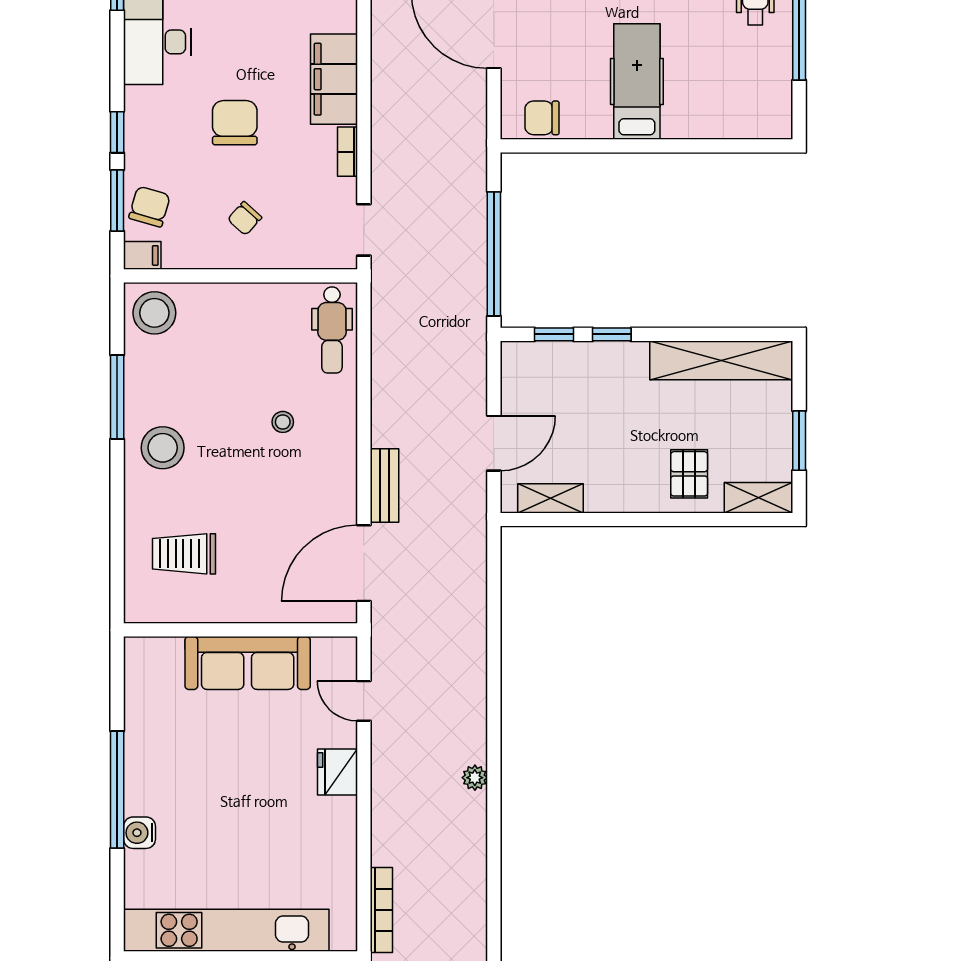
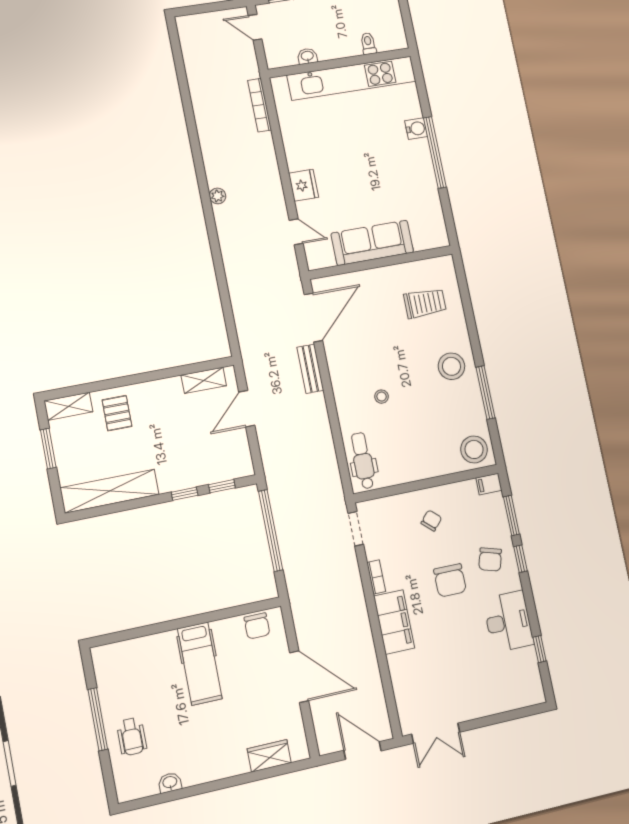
chair: (542, 118) -> (257, 626), turned 90
chair: (150, 207) -> (490, 559), moved

